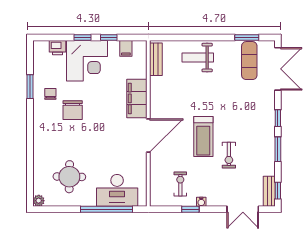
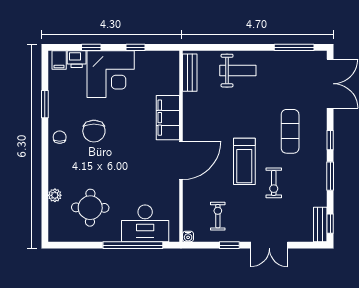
window: (82, 37) -> (91, 47), moved
window: (247, 37) -> (294, 47), width x1.44
filing cabinet: (126, 48) -> (59, 60), moved
weight bench: (198, 58) -> (238, 71), turned 180
exercise mat: (249, 61) -> (290, 131), moved
chair: (50, 94) -> (60, 137), moved
plant: (39, 201) -> (55, 195), moved
water cooler: (201, 202) -> (188, 236), moved
double door: (243, 209) -> (269, 245), moved

